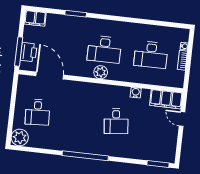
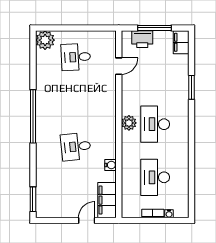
window: (19, 51) -> (154, 28), moved
door: (50, 75) -> (119, 66), width x0.53

